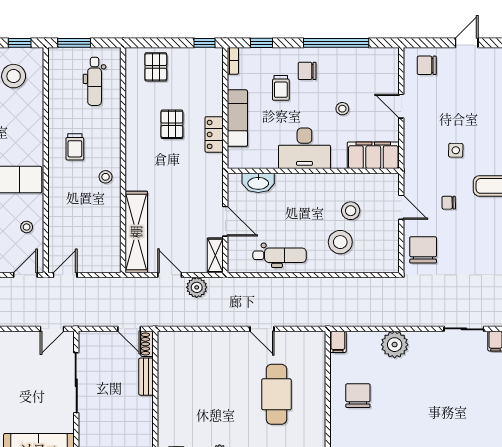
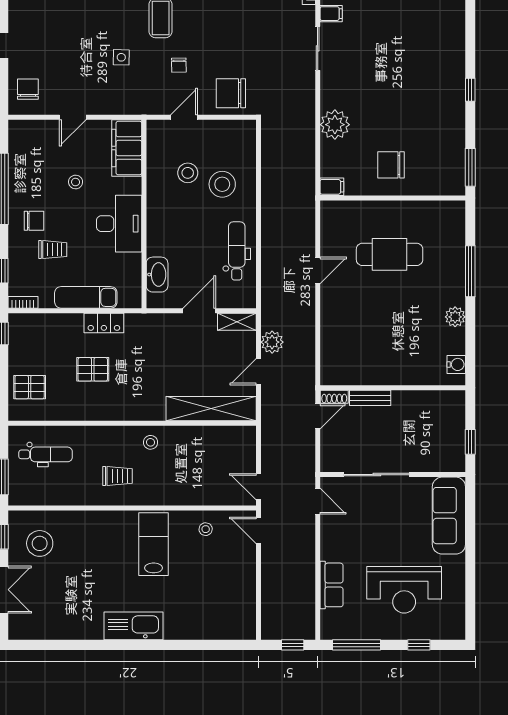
chair: (427, 65) -> (28, 89), turned 180
chair: (307, 71) -> (34, 221), turned -90

